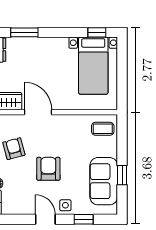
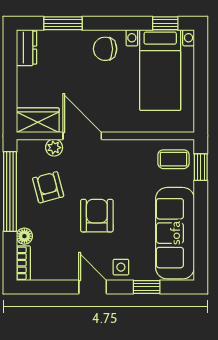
chair: (54, 51) -> (105, 49), added
plant: (18, 120) -> (54, 148), added
window: (122, 175) -> (201, 167), moved
sofa: (104, 181) -> (175, 233), width x1.36

